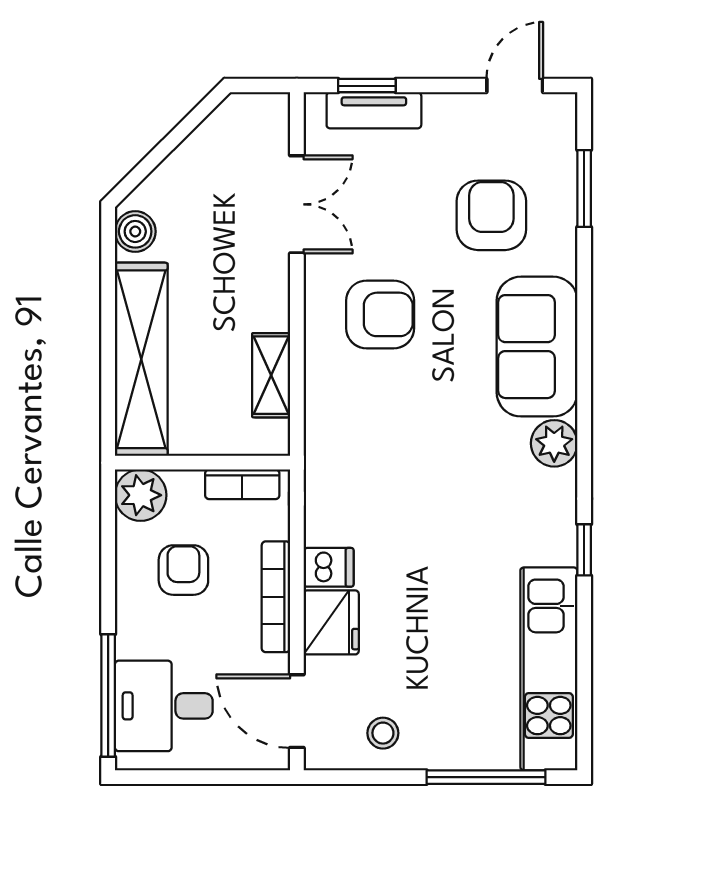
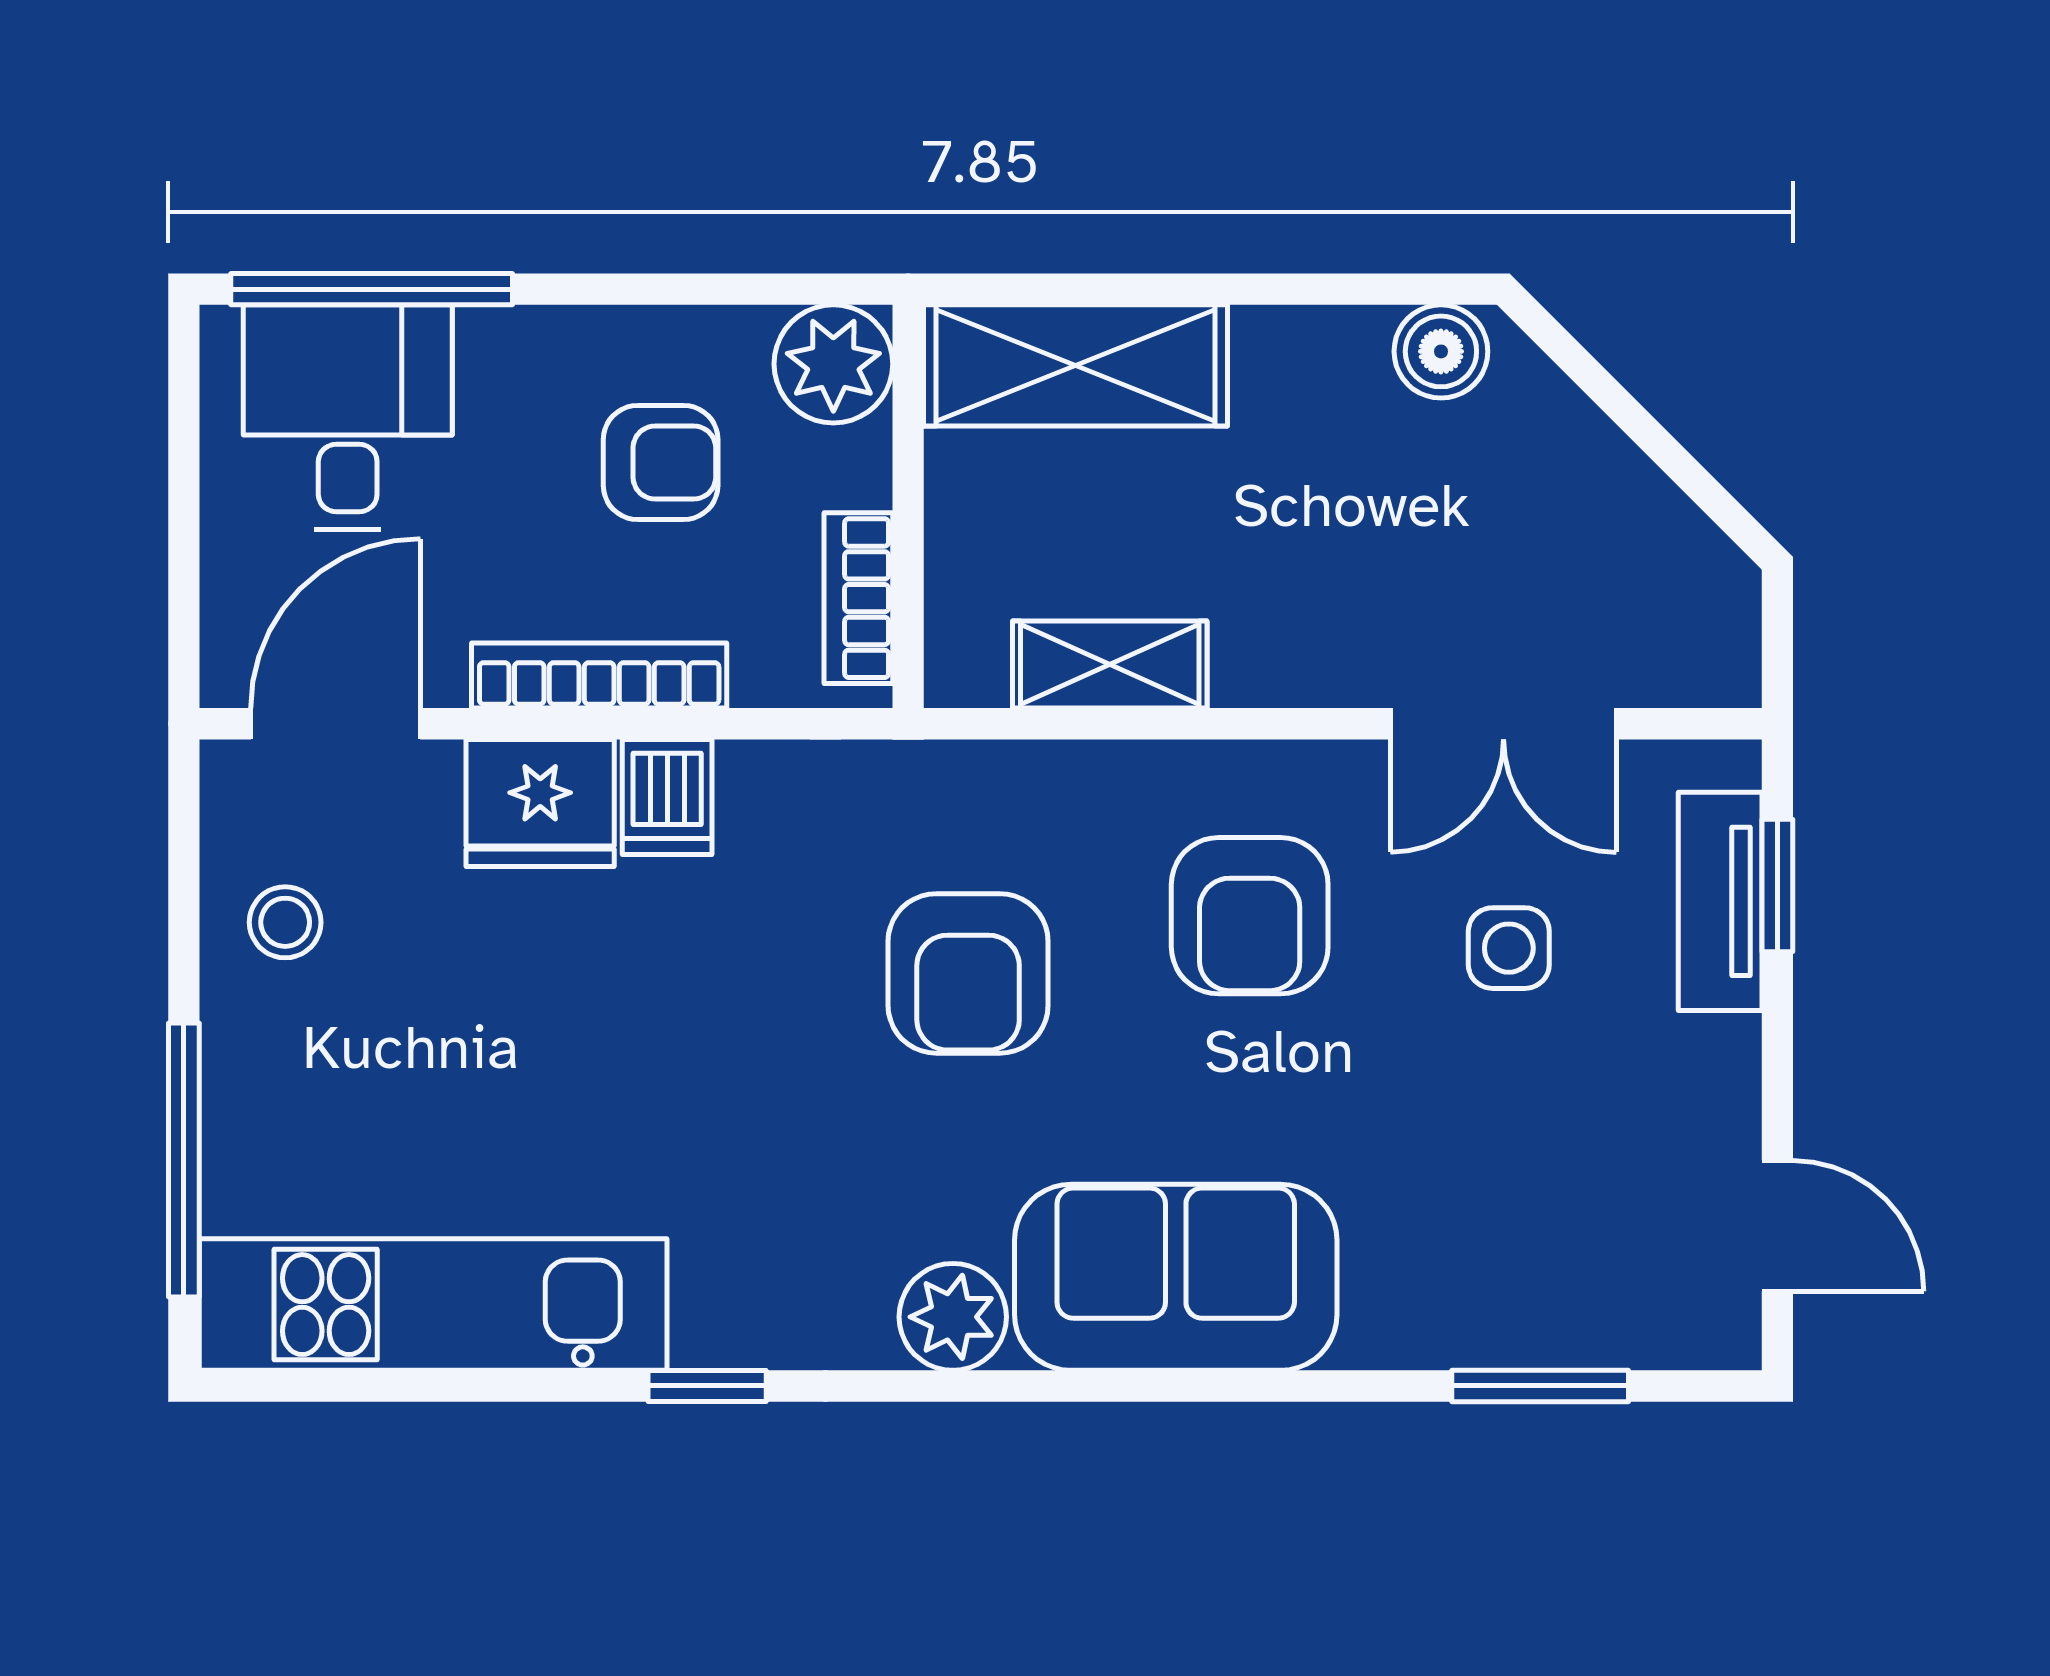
side table: (394, 202) -> (1509, 948), added
armchair: (491, 215) -> (968, 973), moved, turned 90
shelving: (141, 359) -> (1075, 365), width x0.68

